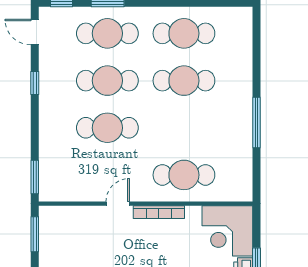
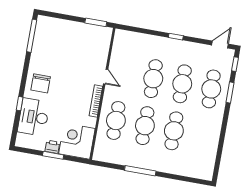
cafe table: (184, 33) -> (145, 126), moved
window: (35, 83) -> (176, 37), moved
window: (35, 177) -> (131, 29), removed

